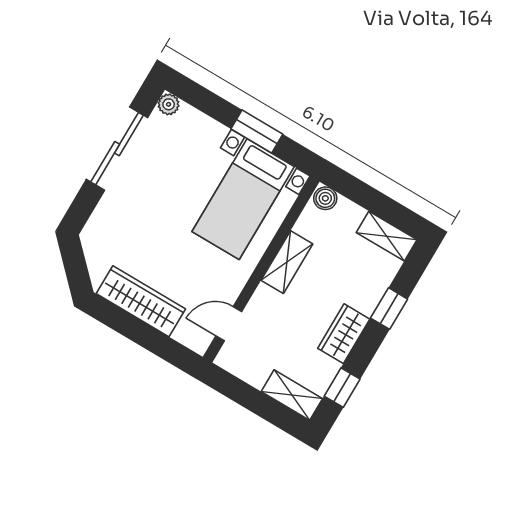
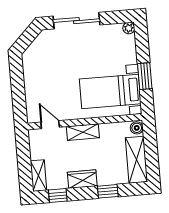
sliding door: (117, 149) -> (76, 21), moved
shelving: (387, 236) -> (136, 160), width x1.50, depth x1.33
shelving: (287, 262) -> (83, 132), moved
wardrobe: (141, 301) -> (32, 78), removed

